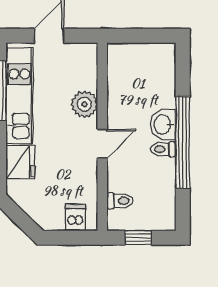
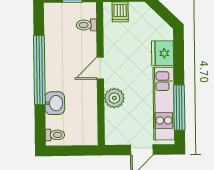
washbasin: (163, 125) -> (55, 103), moved
toilet: (163, 149) -> (55, 135), moved

